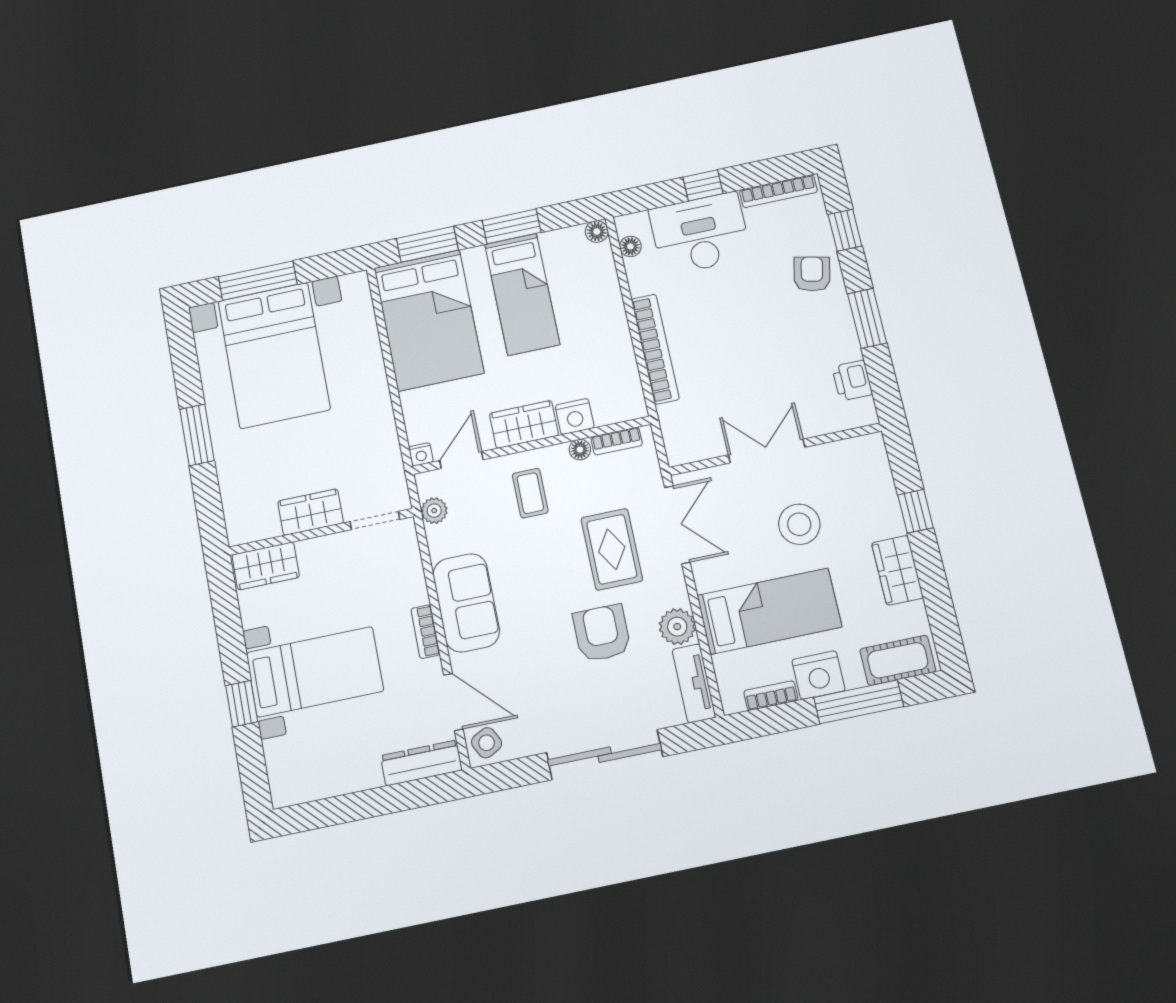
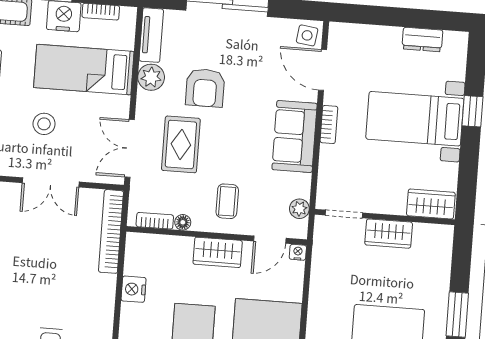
bookcase: (655, 349) -> (111, 231), moved
nightstand: (575, 417) -> (134, 289), moved, turned -90
stool: (799, 524) -> (44, 124), width x0.73, depth x0.73
side table: (487, 743) -> (307, 35), turned 36
dresser: (421, 763) -> (422, 40), moved, width x0.70

